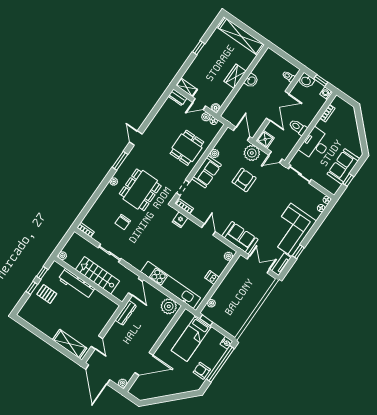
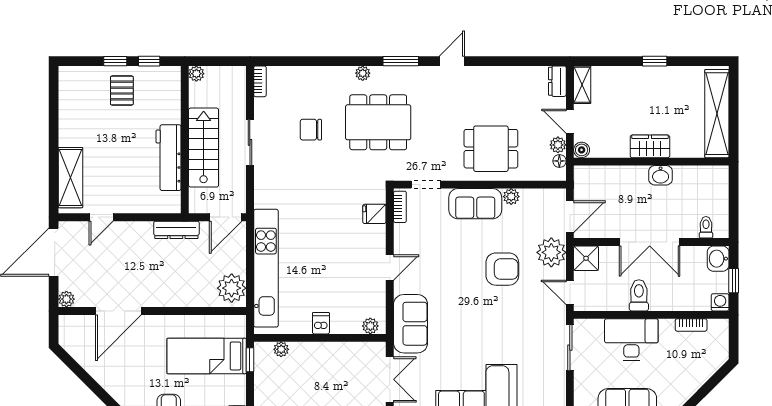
workbench: (76, 284) -> (169, 158), moved
door: (144, 364) -> (118, 311), hinge flipped

